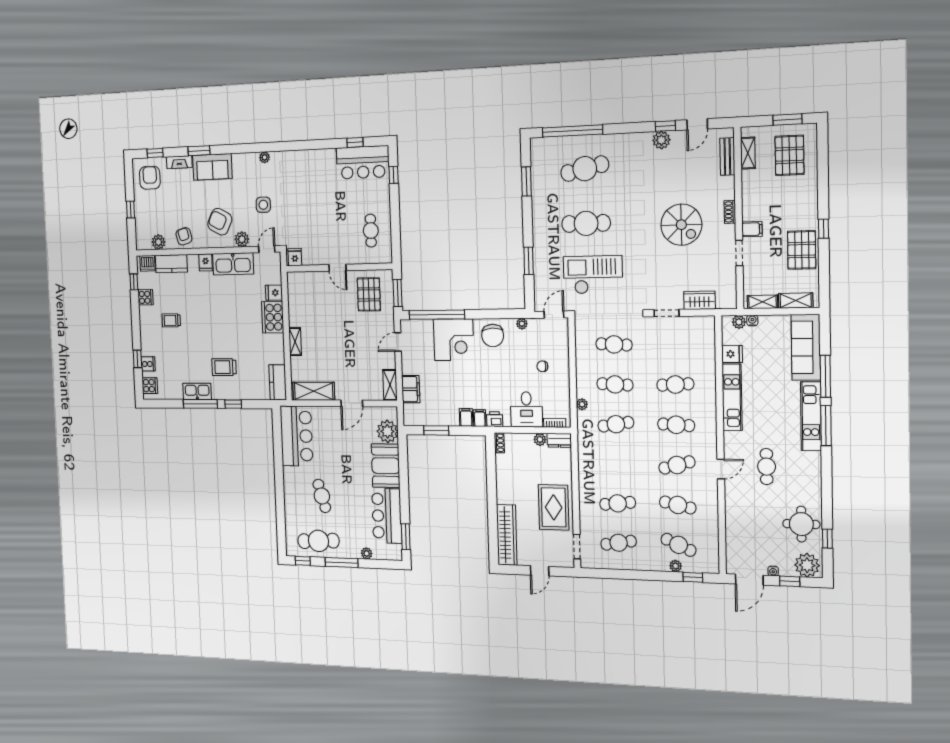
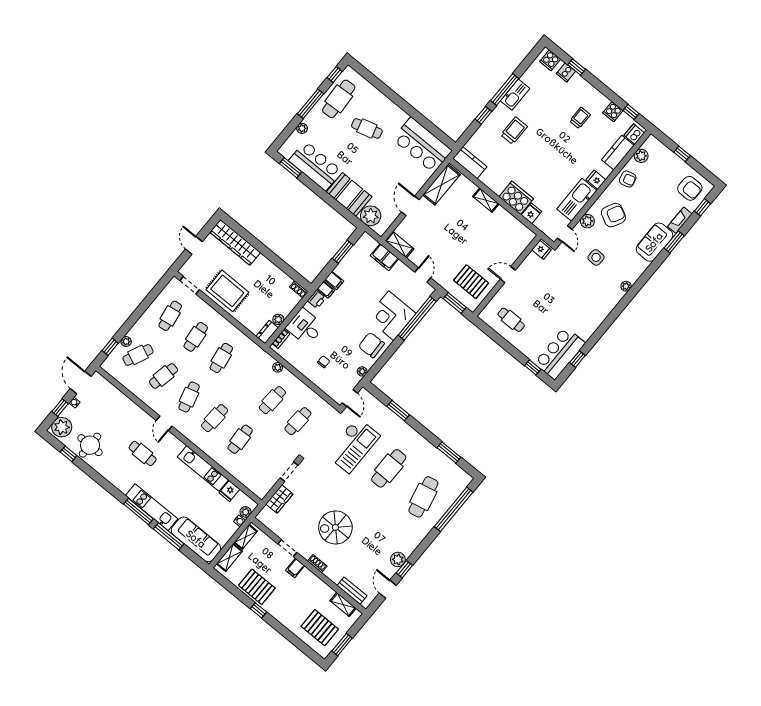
cafe table: (616, 424) -> (221, 358), moved

